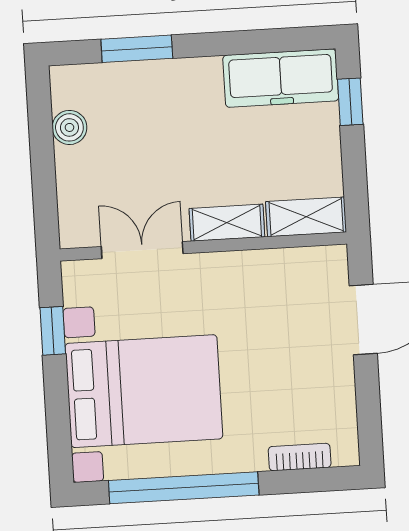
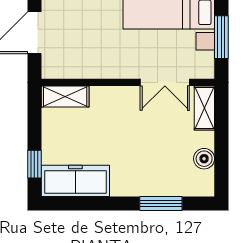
shelving: (227, 223) -> (204, 108), moved, turned 90
window: (53, 331) -> (221, 37), width x1.50

